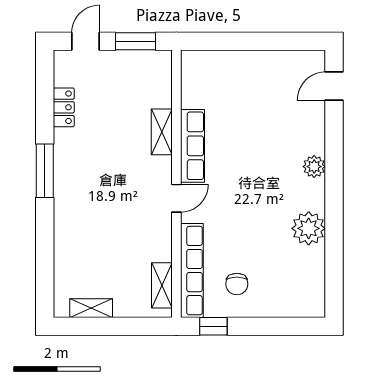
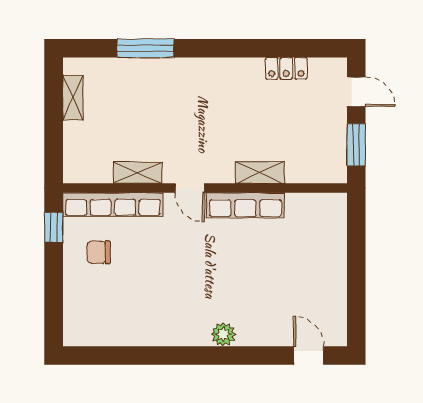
window: (45, 171) -> (146, 48), moved
plant: (309, 228) -> (158, 328), removed
shelving: (162, 285) -> (138, 173), moved

